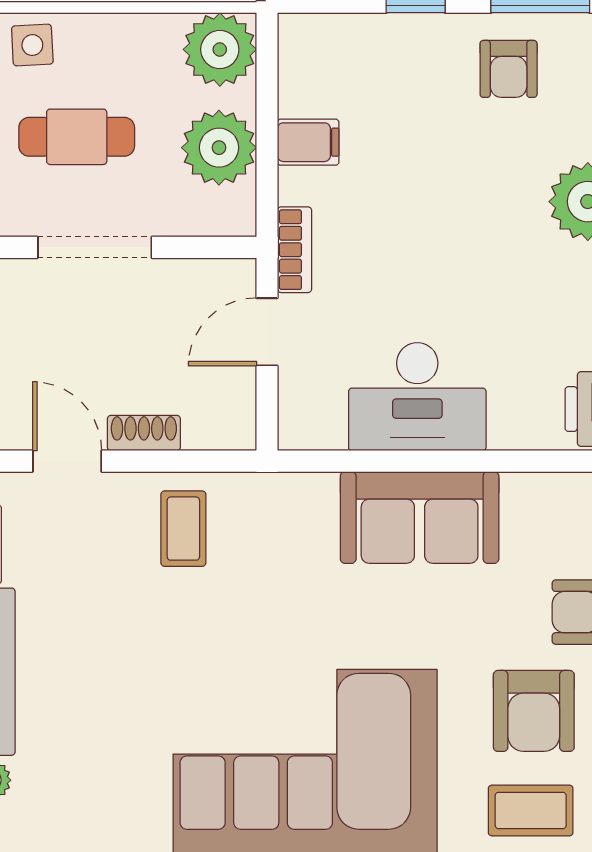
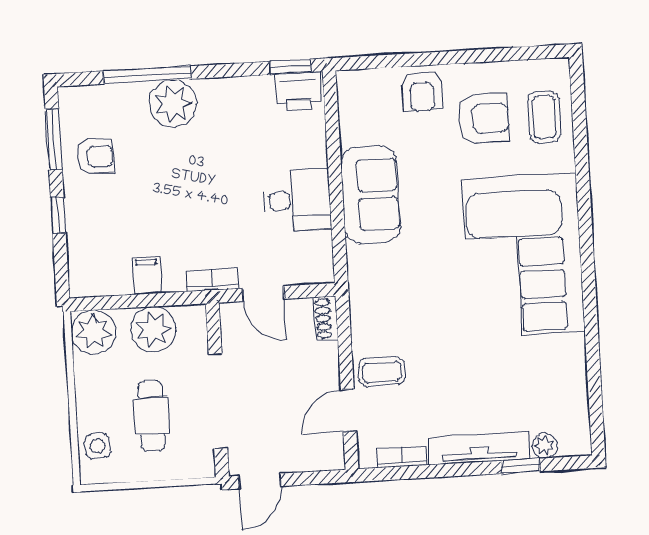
doorway: (95, 247) -> (218, 401), width x1.36
desk: (417, 397) -> (297, 200), width x0.73
shoe rack: (144, 433) -> (326, 319), moved
coffee table: (183, 529) -> (382, 372), moved

